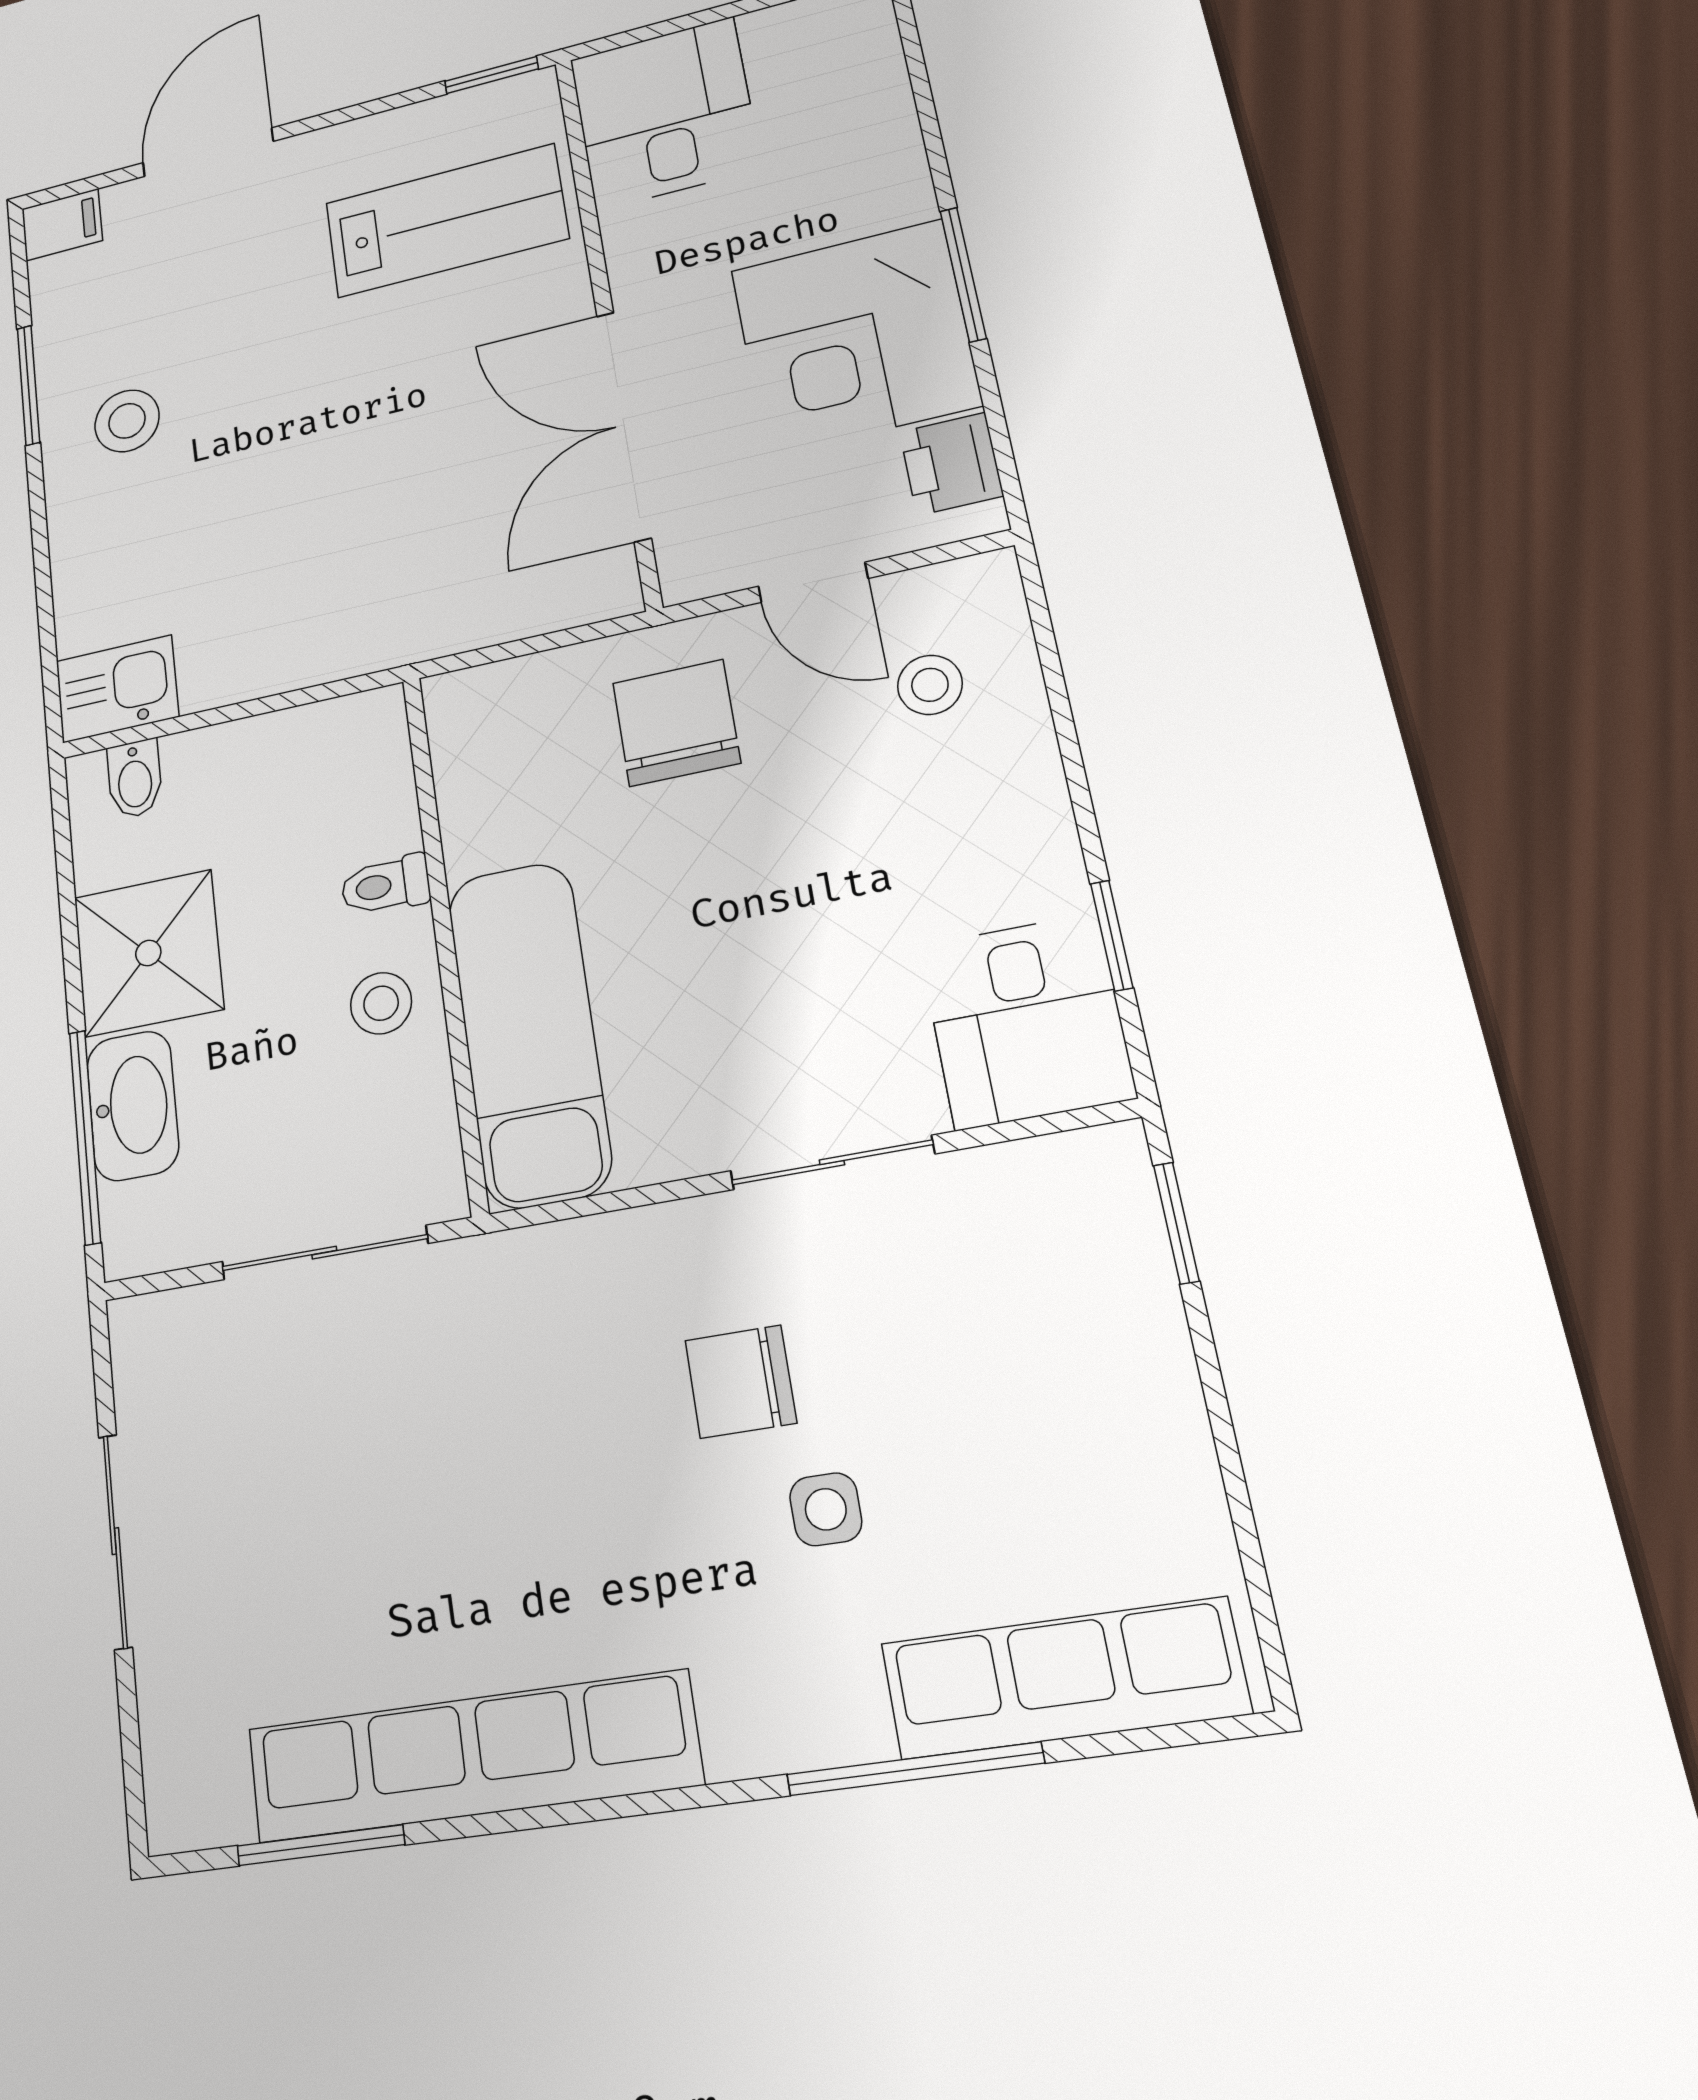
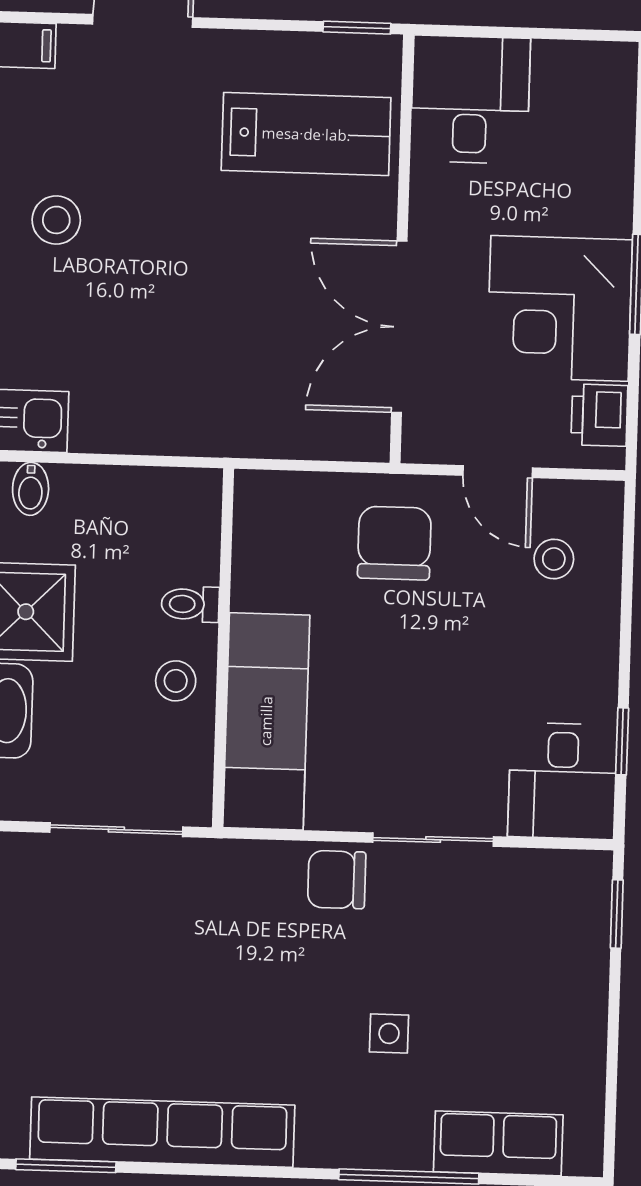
chair: (741, 1382) -> (337, 880), moved
row of seats: (1064, 1678) -> (498, 1143), width x0.68

